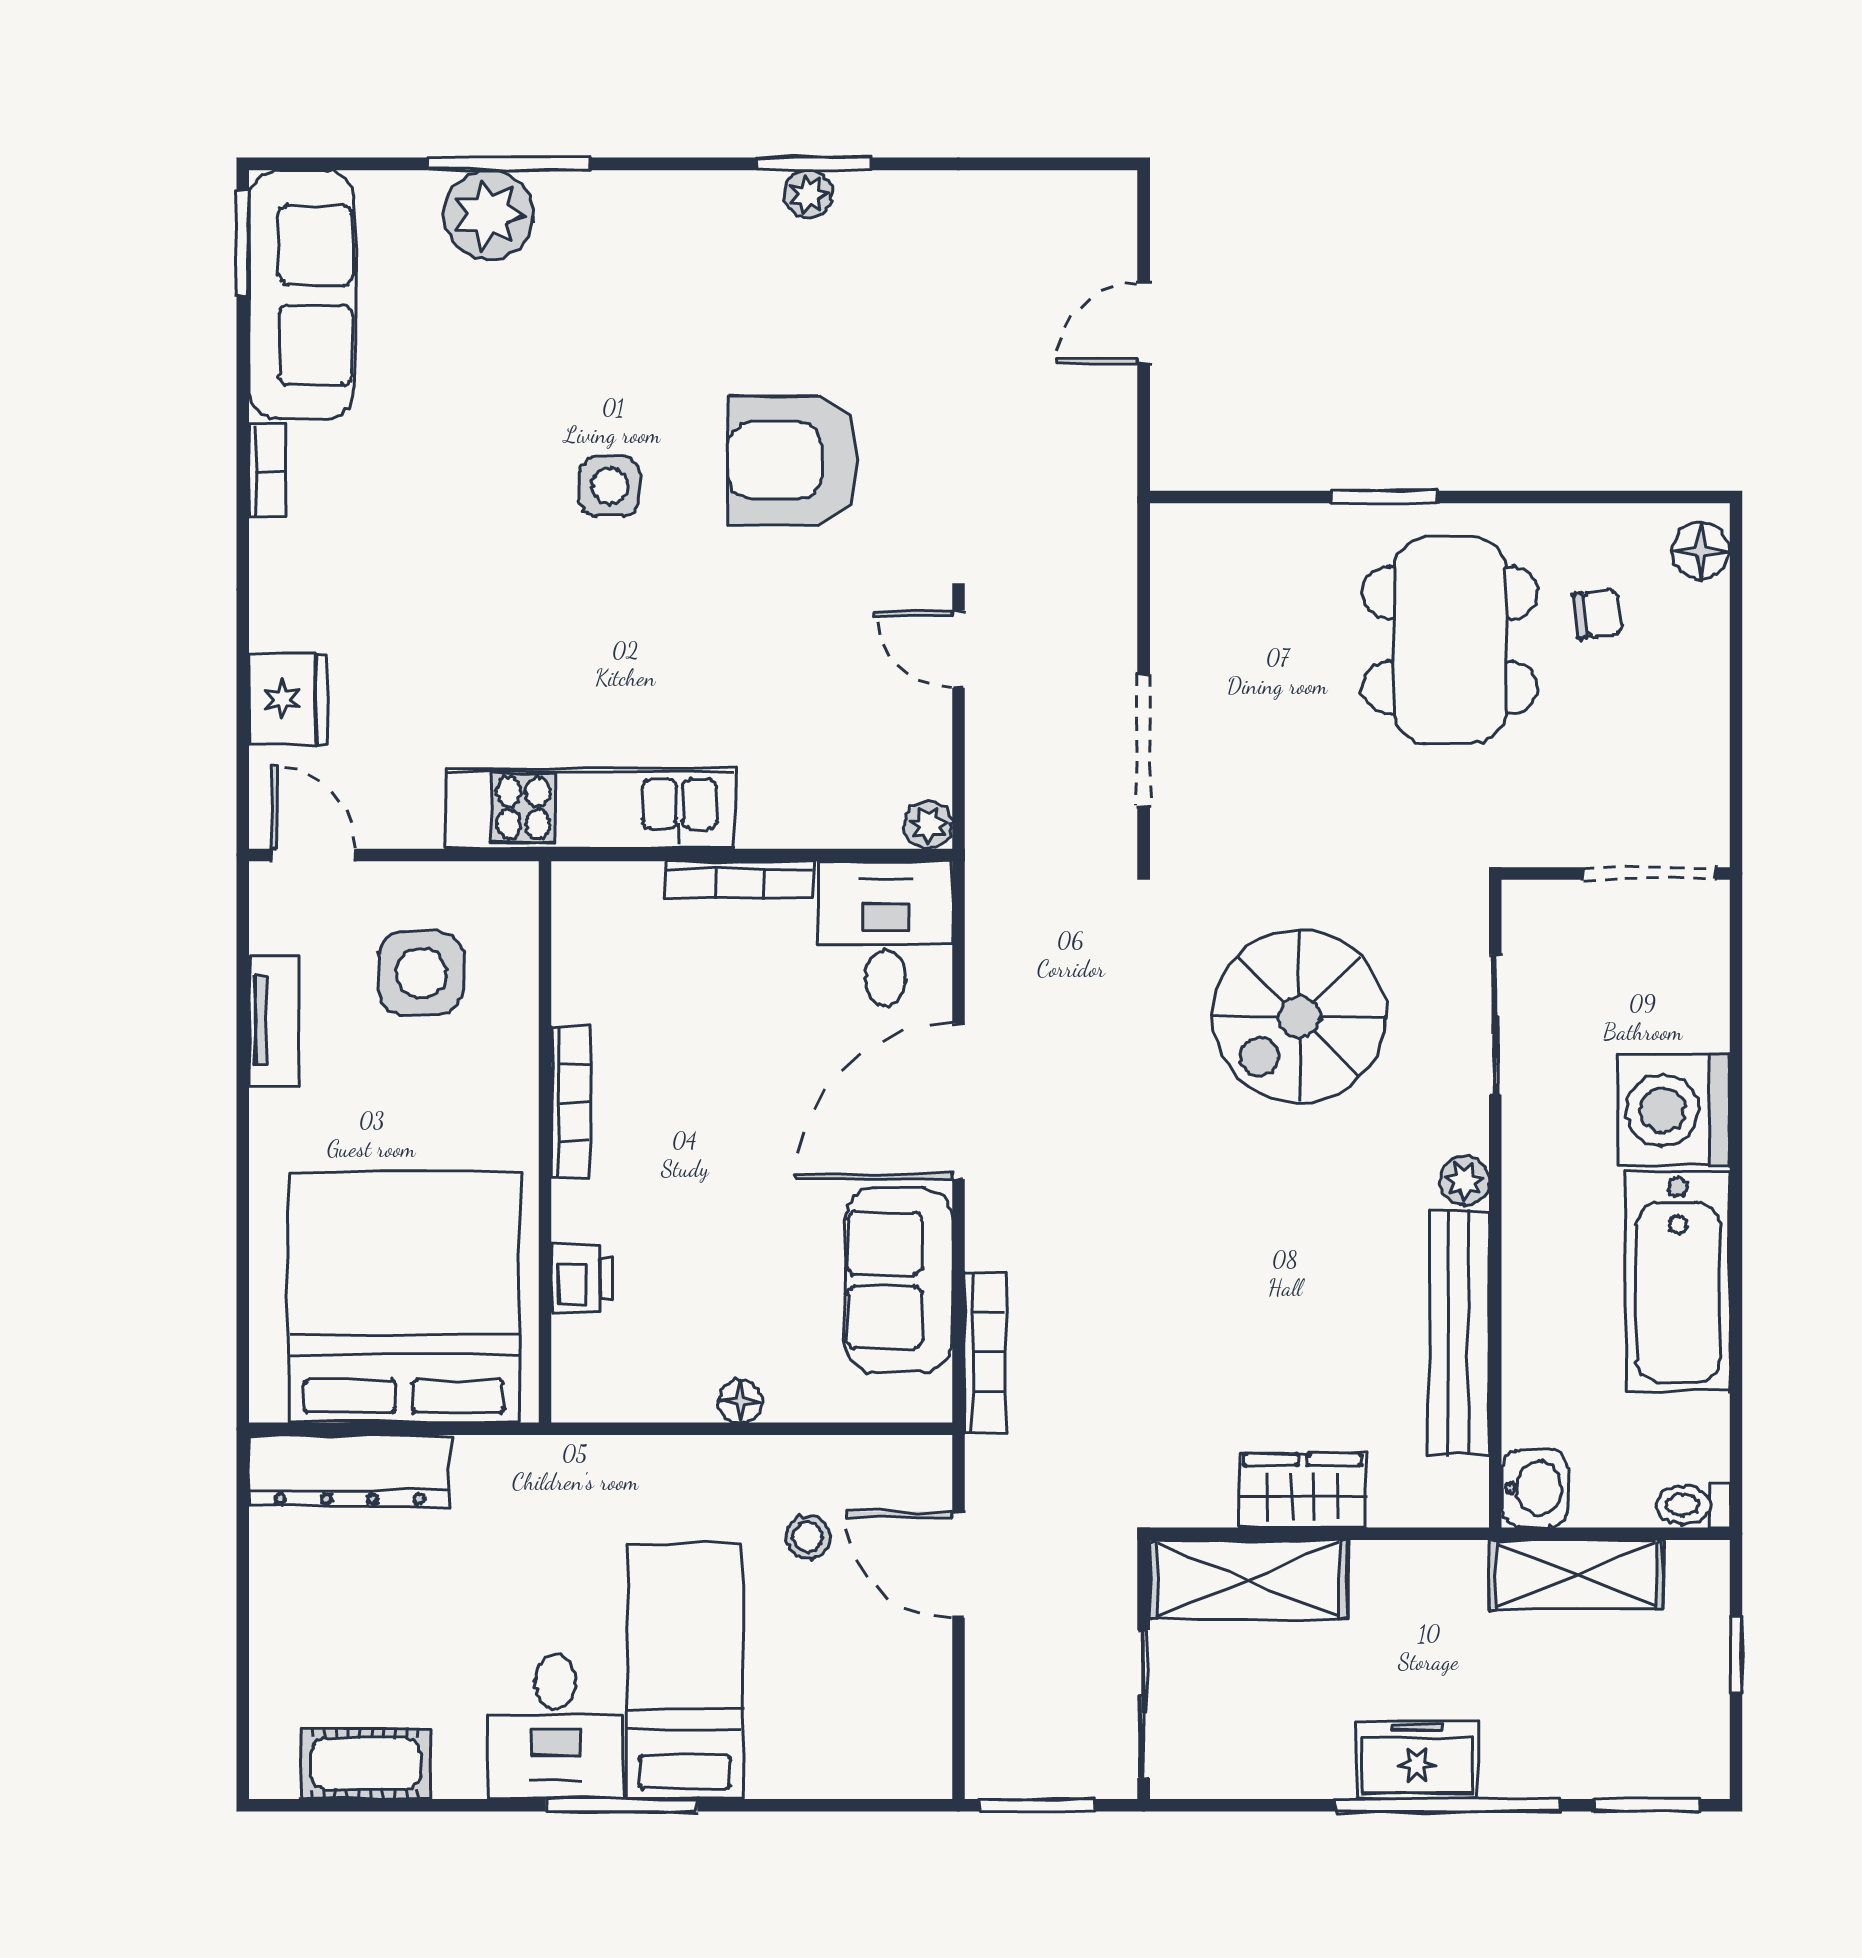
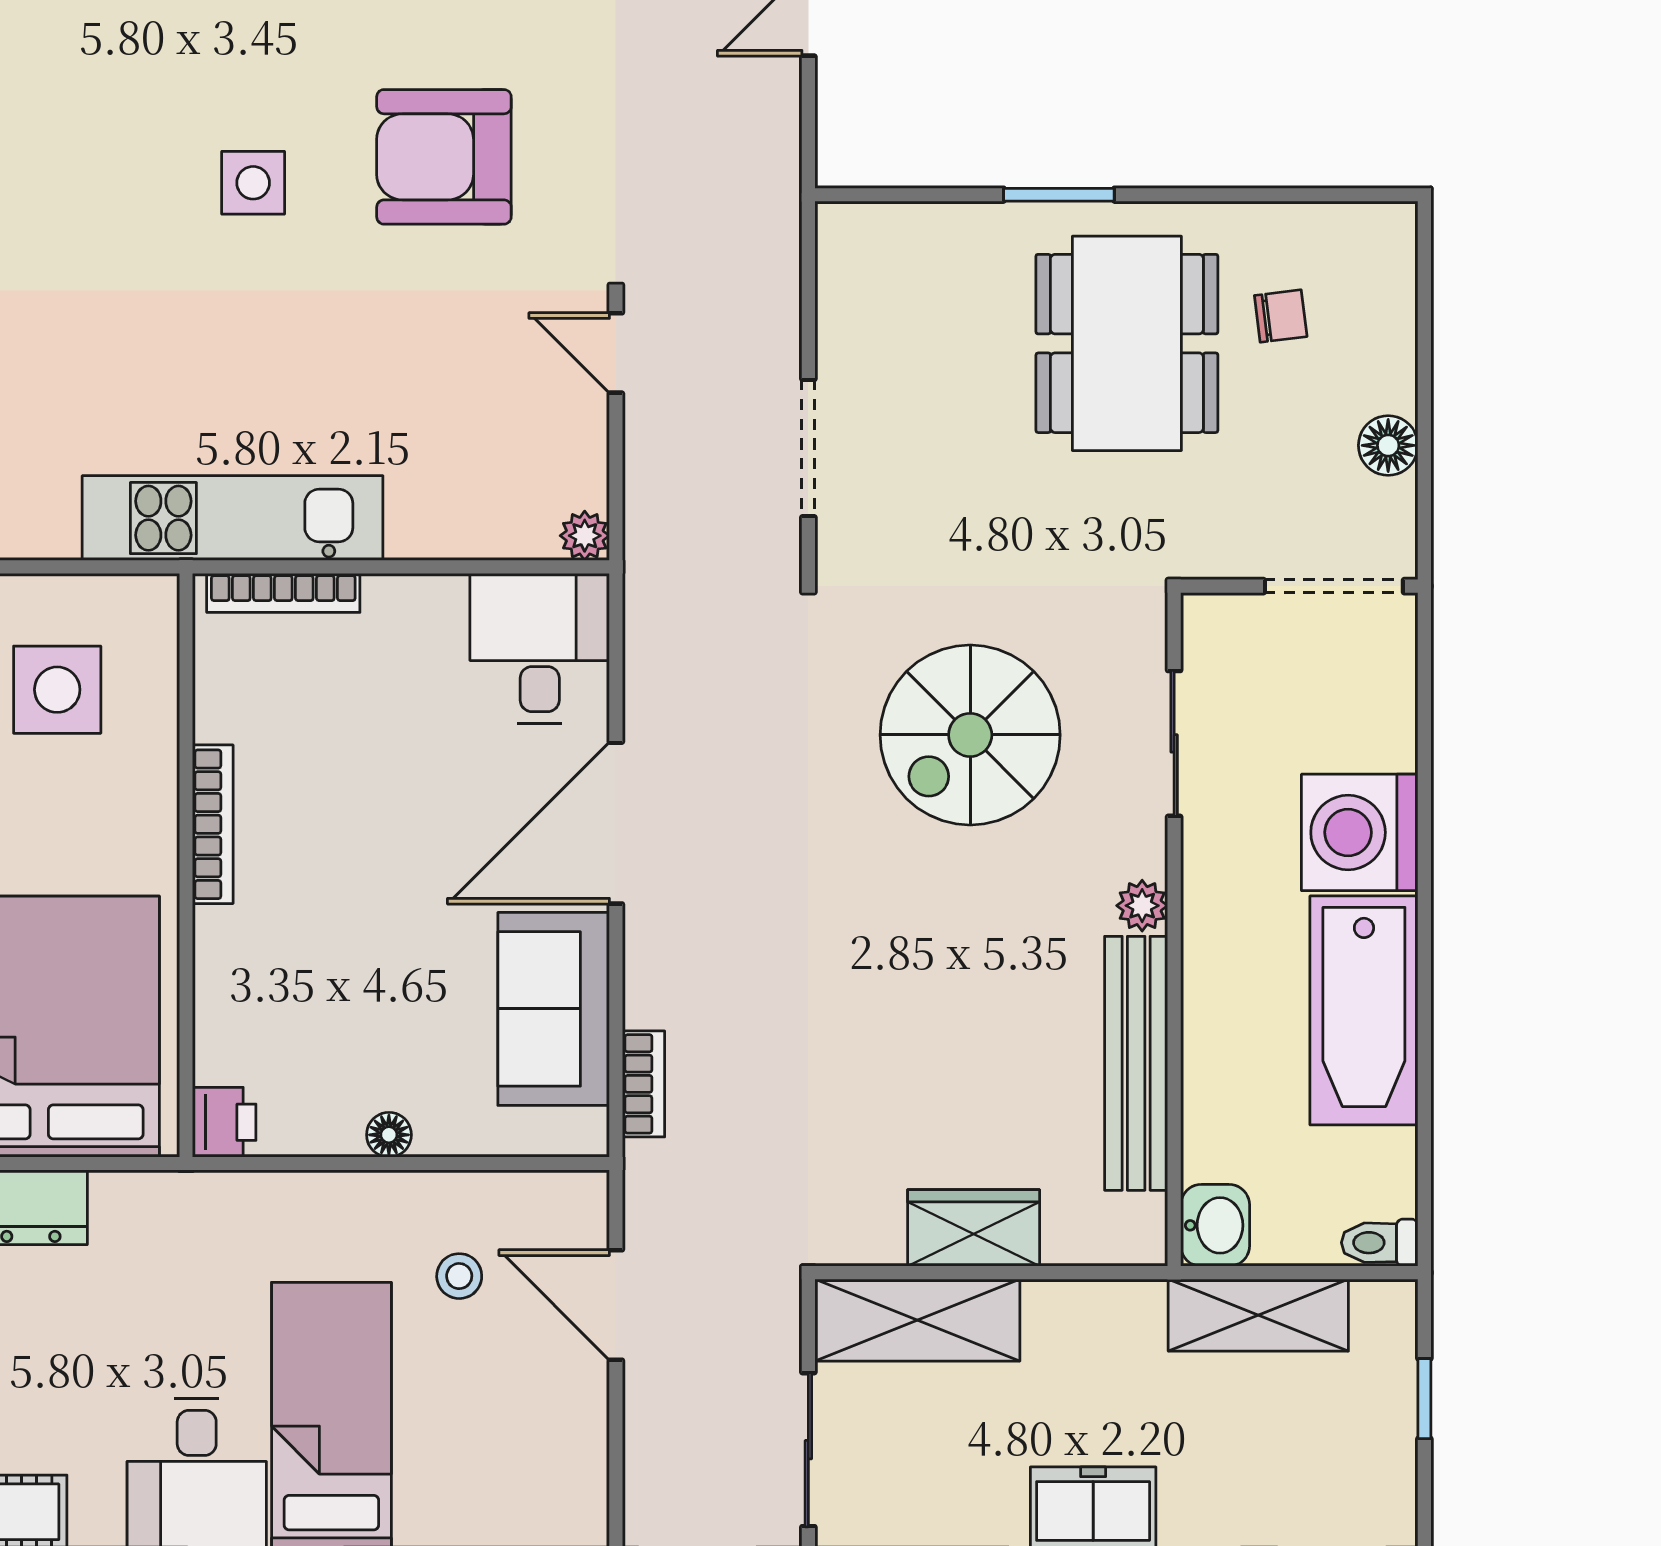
floor lamp: (1701, 551) -> (1388, 445), moved
bookcase: (740, 880) -> (283, 593), moved
printer: (582, 1278) -> (224, 1122), moved
bookcase: (985, 1352) -> (644, 1084), width x0.64

